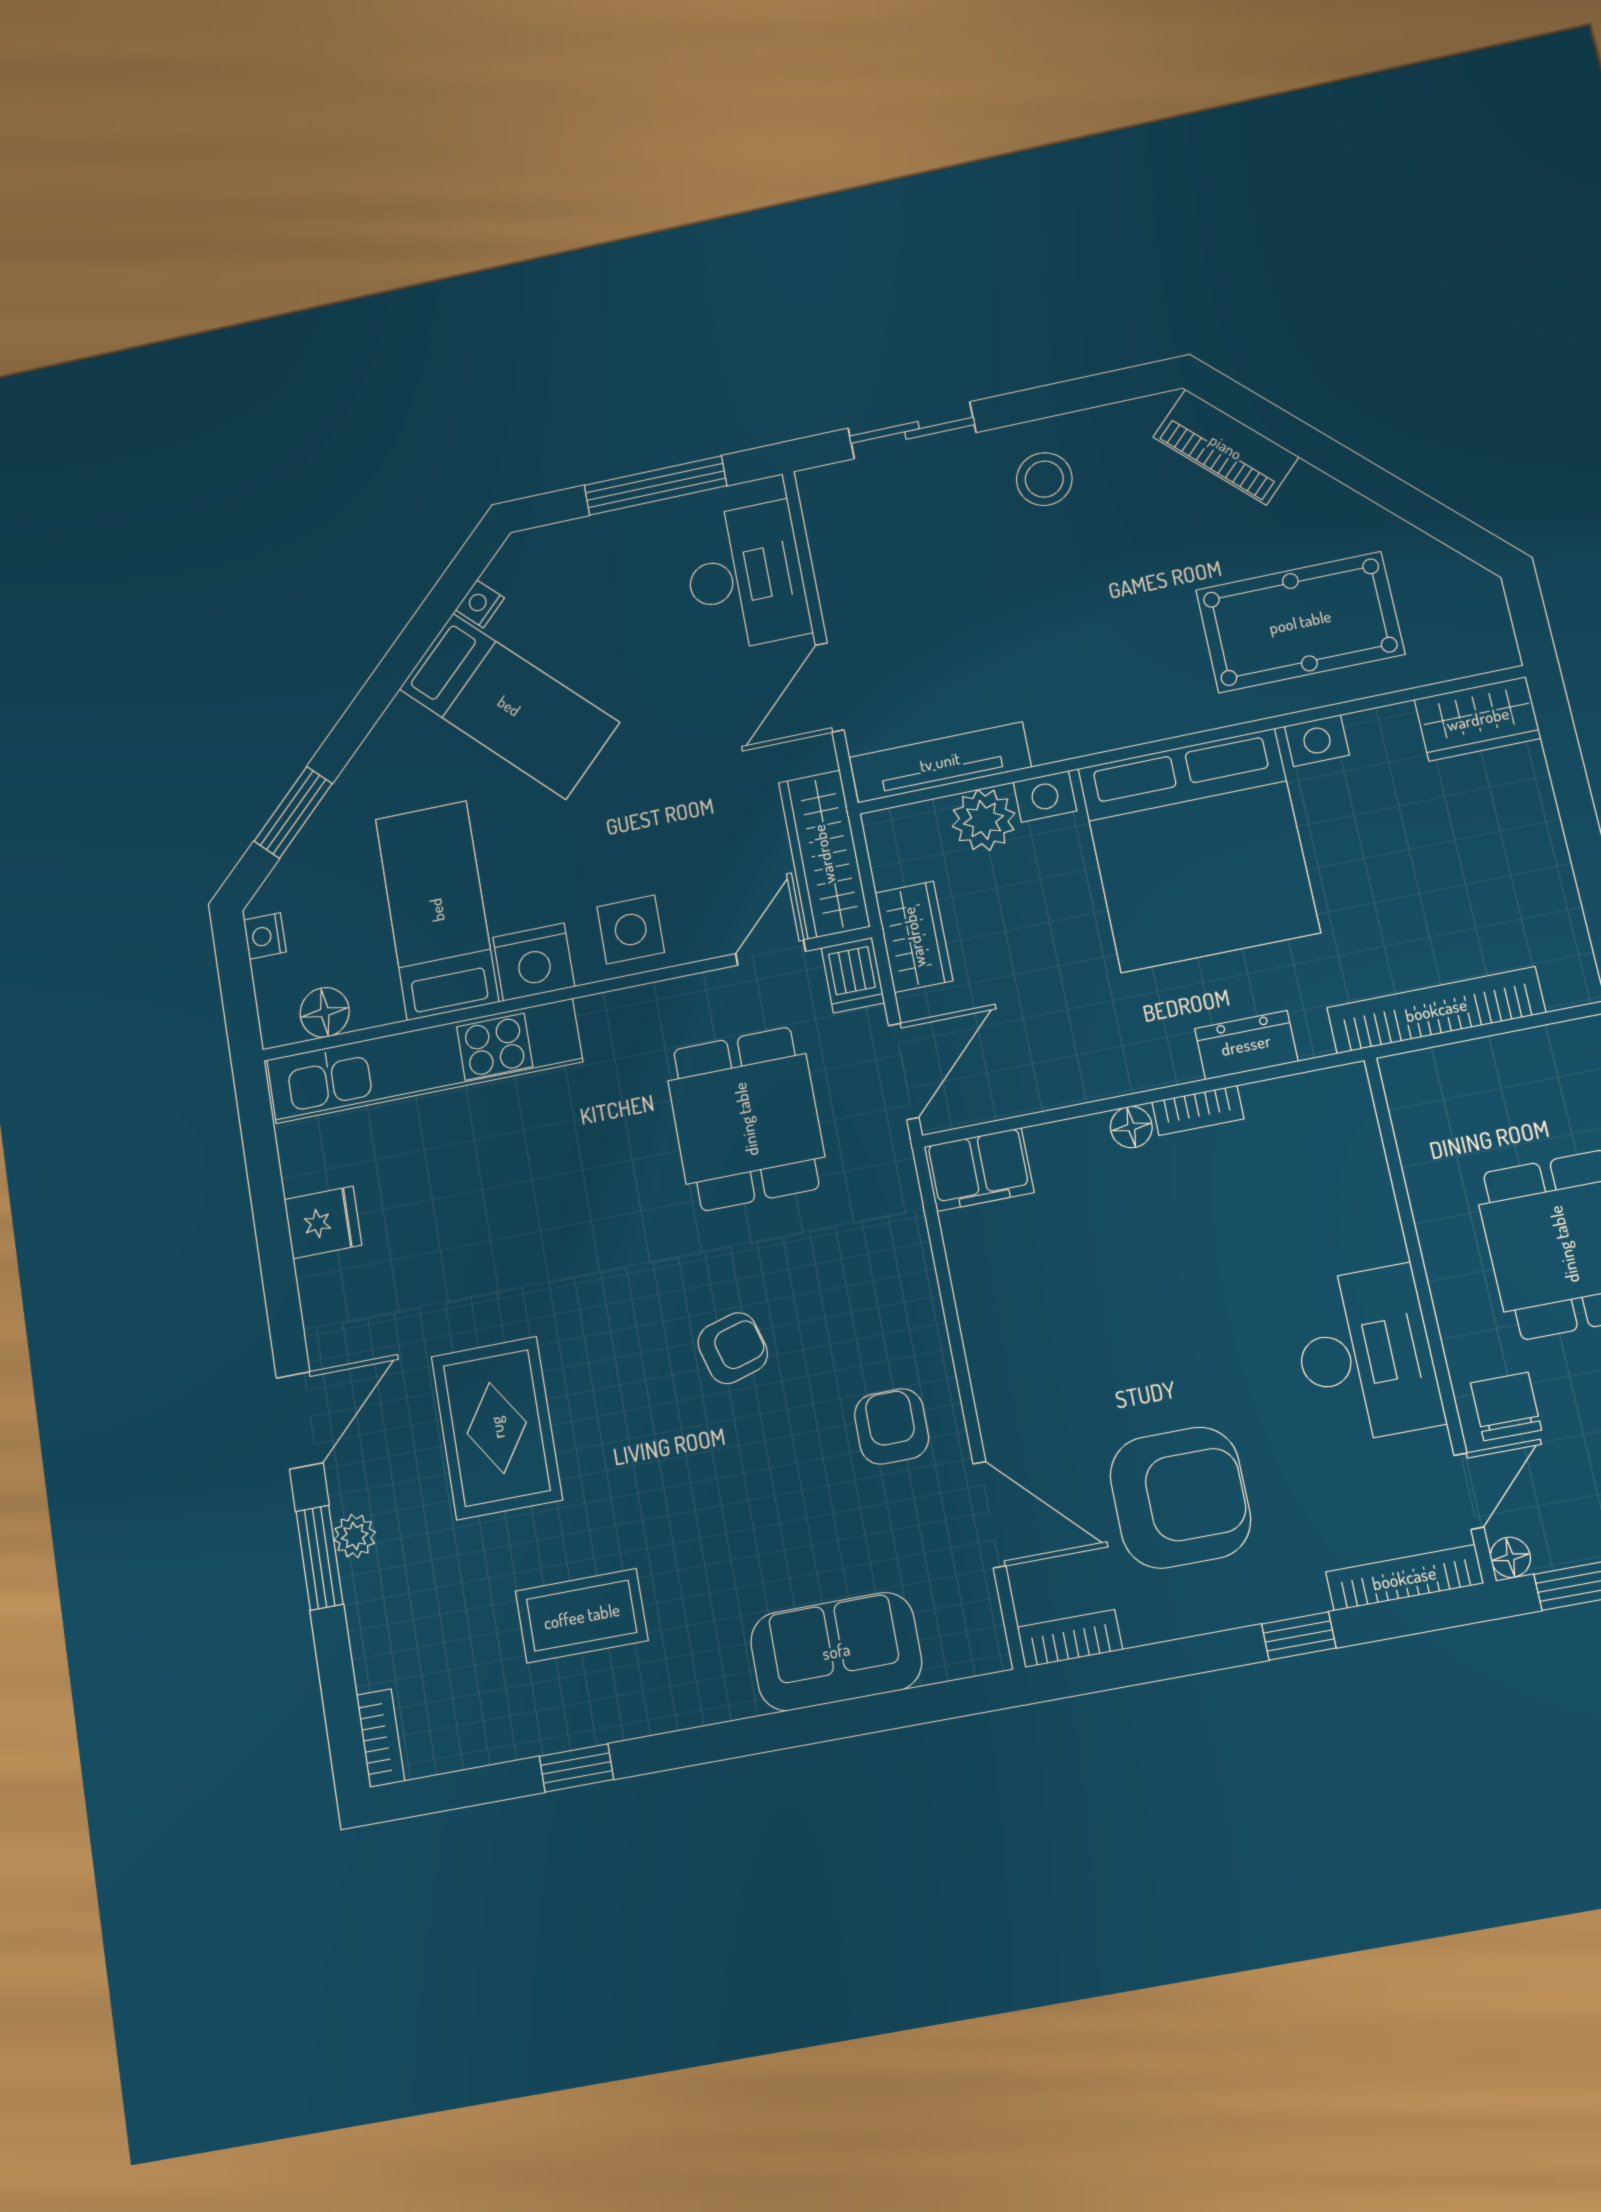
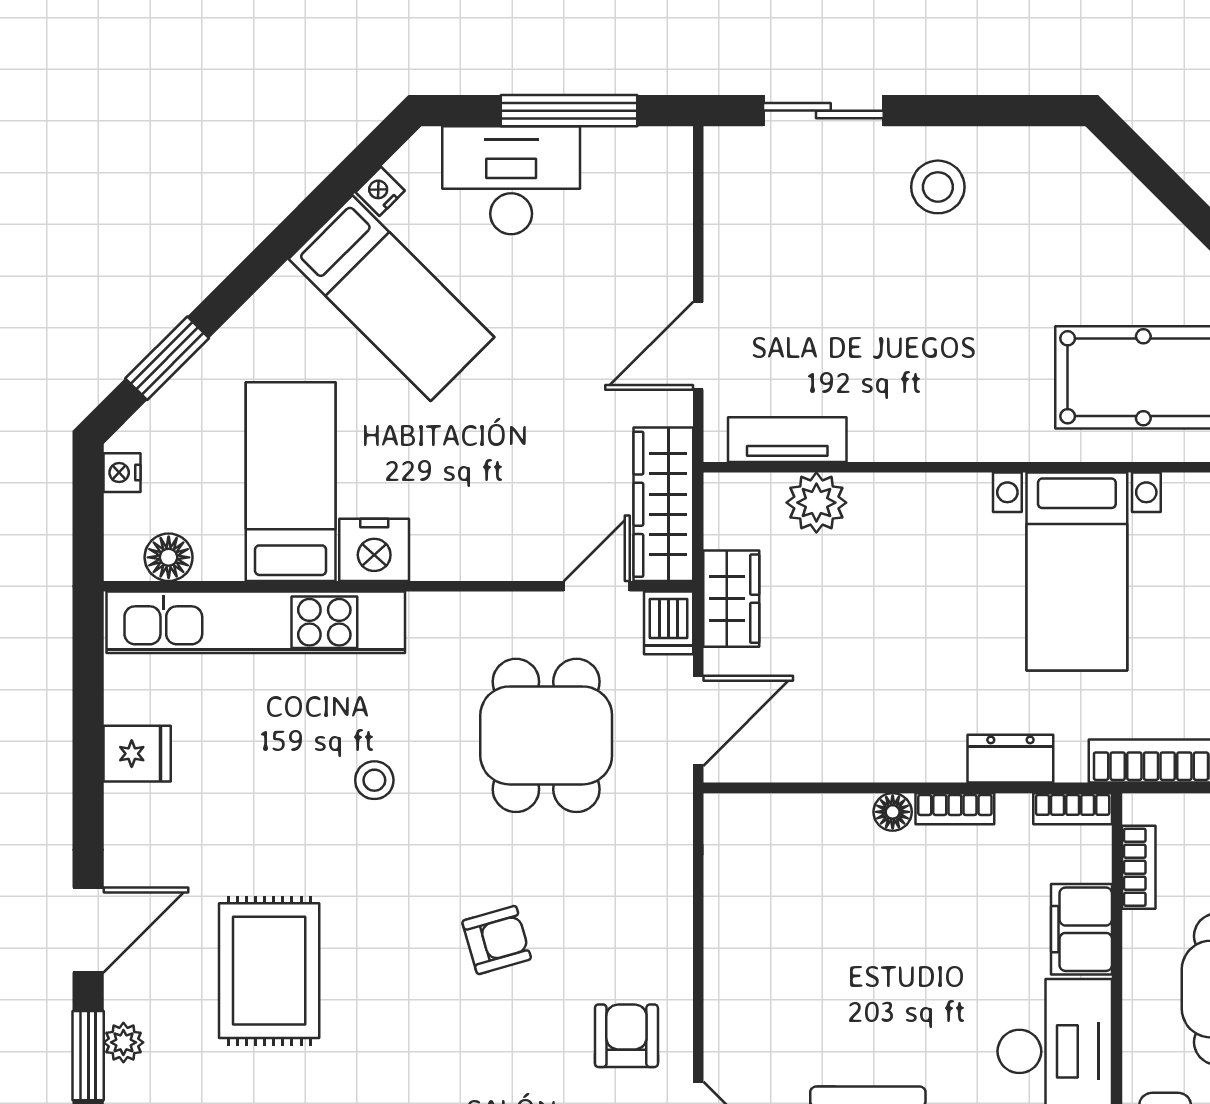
piano: (1226, 447) -> (1112, 193), removed
desk: (746, 577) -> (511, 180), moved, turned -90
tv unit: (940, 762) -> (787, 440), width x0.71
bed with nightstands: (1198, 850) -> (1077, 572), width x0.54
side table: (631, 929) -> (470, 538), removed
bookcase: (1326, 1085) -> (1073, 809), added
bookcase: (1413, 1134) -> (1139, 867), added
filing cabinet: (979, 1170) -> (1081, 929), moved, turned 90
stool: (574, 1202) -> (374, 780), added

